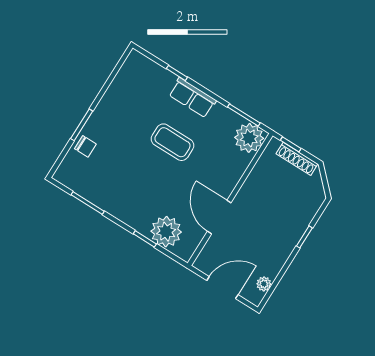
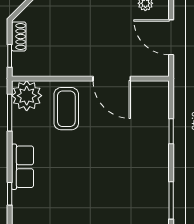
coffee table: (172, 142) -> (66, 109), moved
shoe rack: (297, 159) -> (19, 36), width x0.70
door: (219, 217) -> (112, 79), hinge flipped
plant: (166, 232) -> (153, 117), removed

